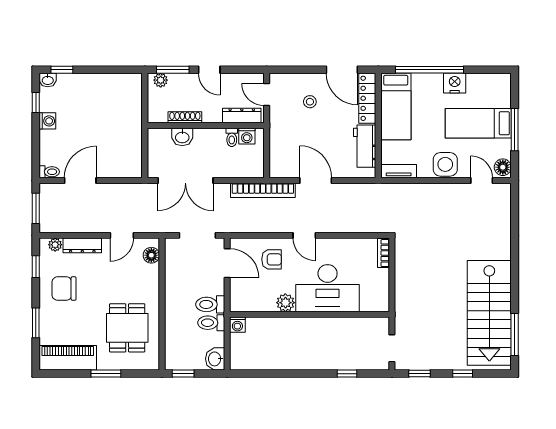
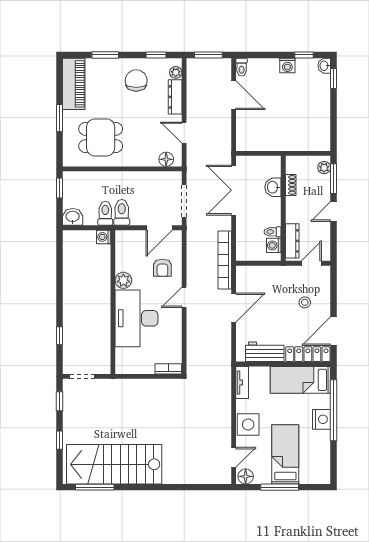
nightstand: (455, 83) -> (321, 419), moved
shoe rack: (185, 117) -> (291, 185), width x0.70

